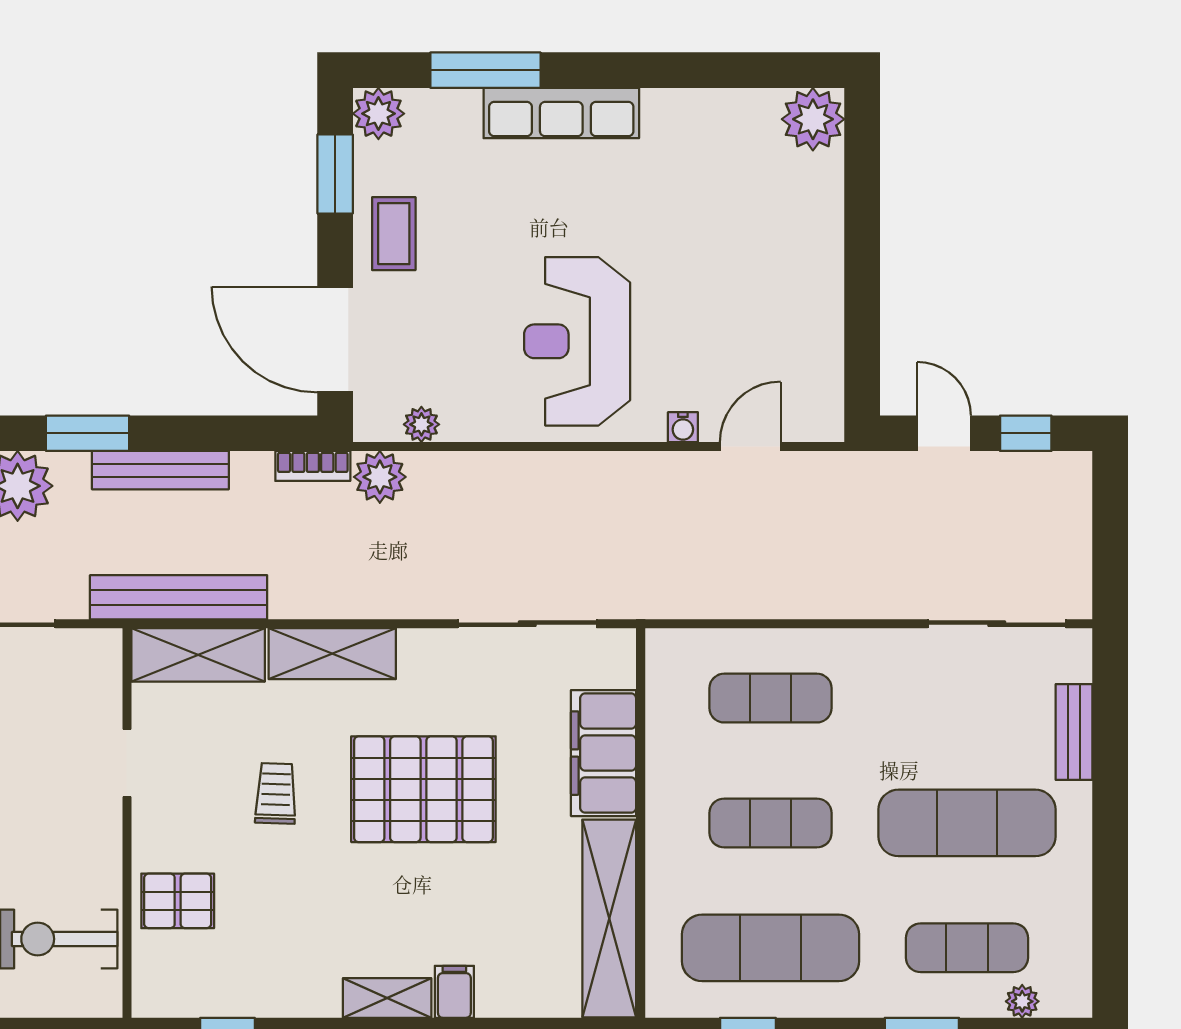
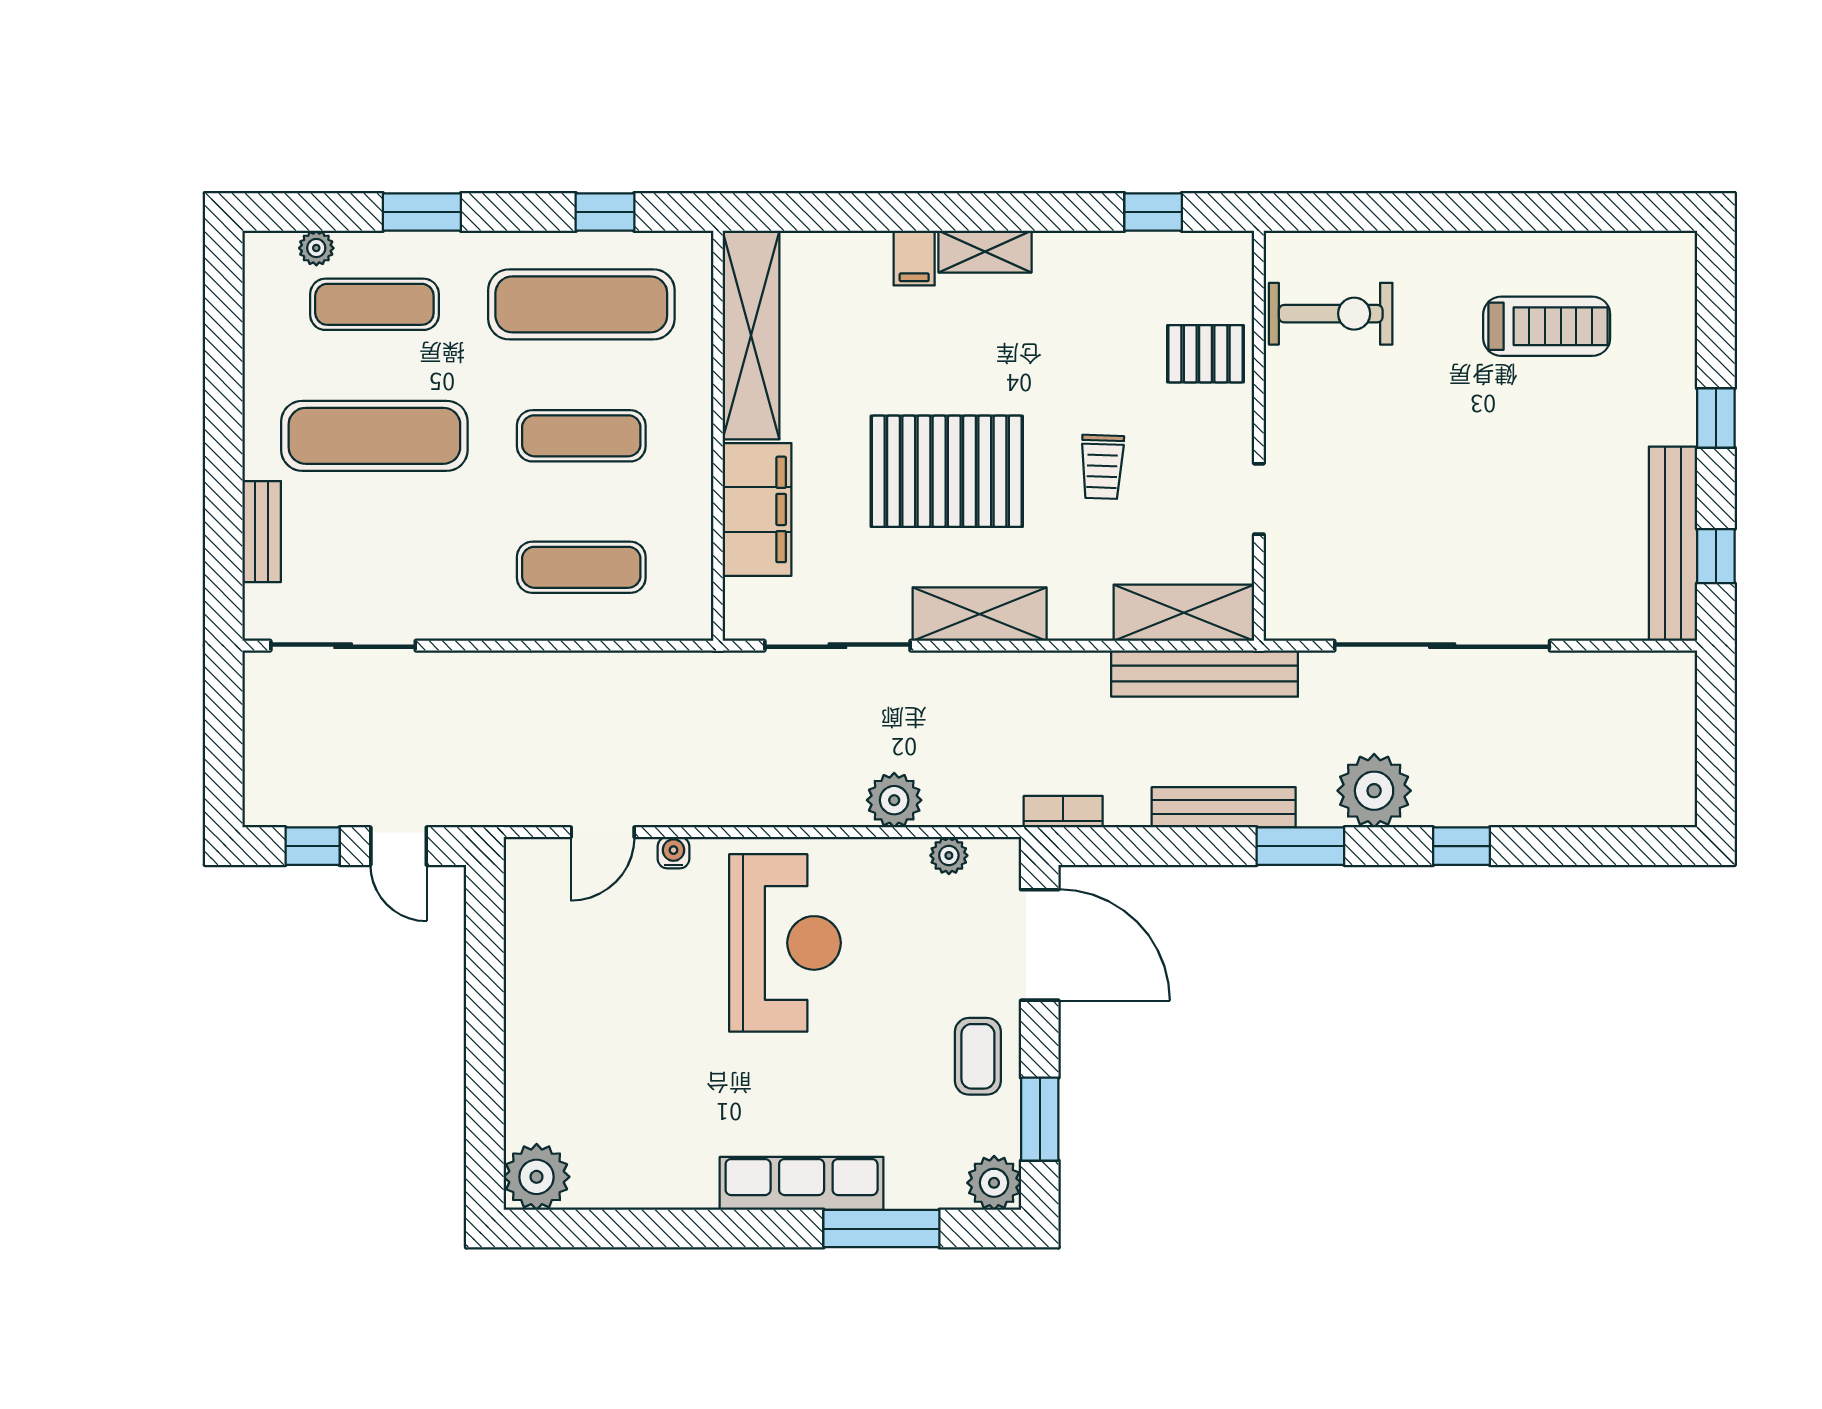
plant: (380, 477) -> (894, 800), moved
shelving: (332, 654) -> (980, 614), moved

